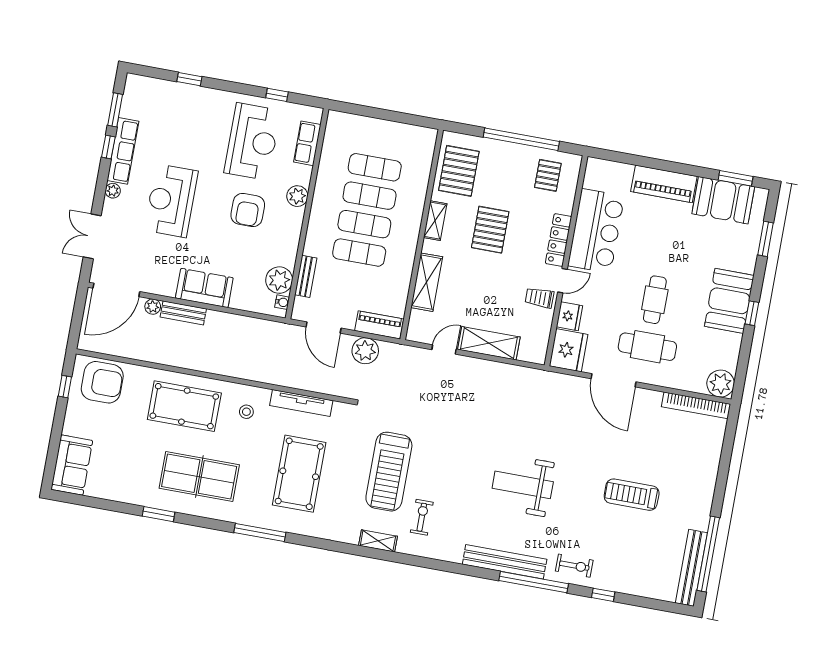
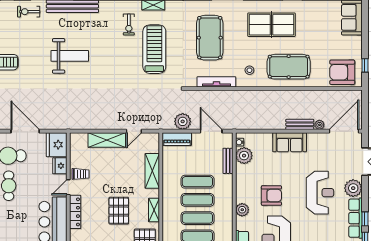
plant: (113, 191) -> (353, 188), width x1.87, depth x1.87
armchair: (248, 210) -> (271, 196), turned 90

